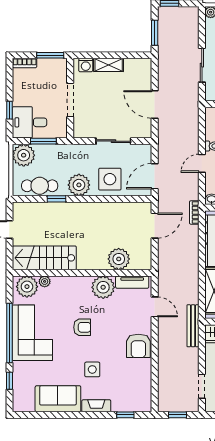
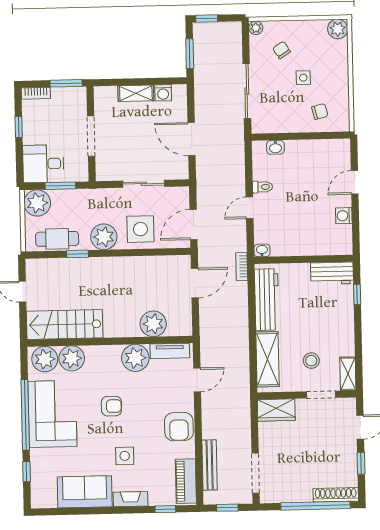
washing machine: (86, 65) -> (163, 93), moved
sliding door: (202, 65) -> (247, 91), width x1.37
window: (9, 110) -> (19, 127), moved
plant: (45, 281) -> (72, 358), width x1.88, depth x1.88
door: (155, 307) -> (197, 380), hinge flipped
bench: (193, 326) -> (210, 465), moved
doorway: (202, 386) -> (256, 473), width x1.38
piano: (143, 392) -> (186, 481), added

